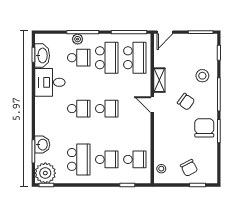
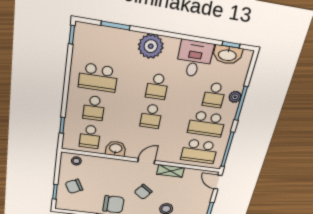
washbasin: (42, 145) -> (116, 149), moved, turned 180
plant: (45, 173) -> (151, 46), moved

